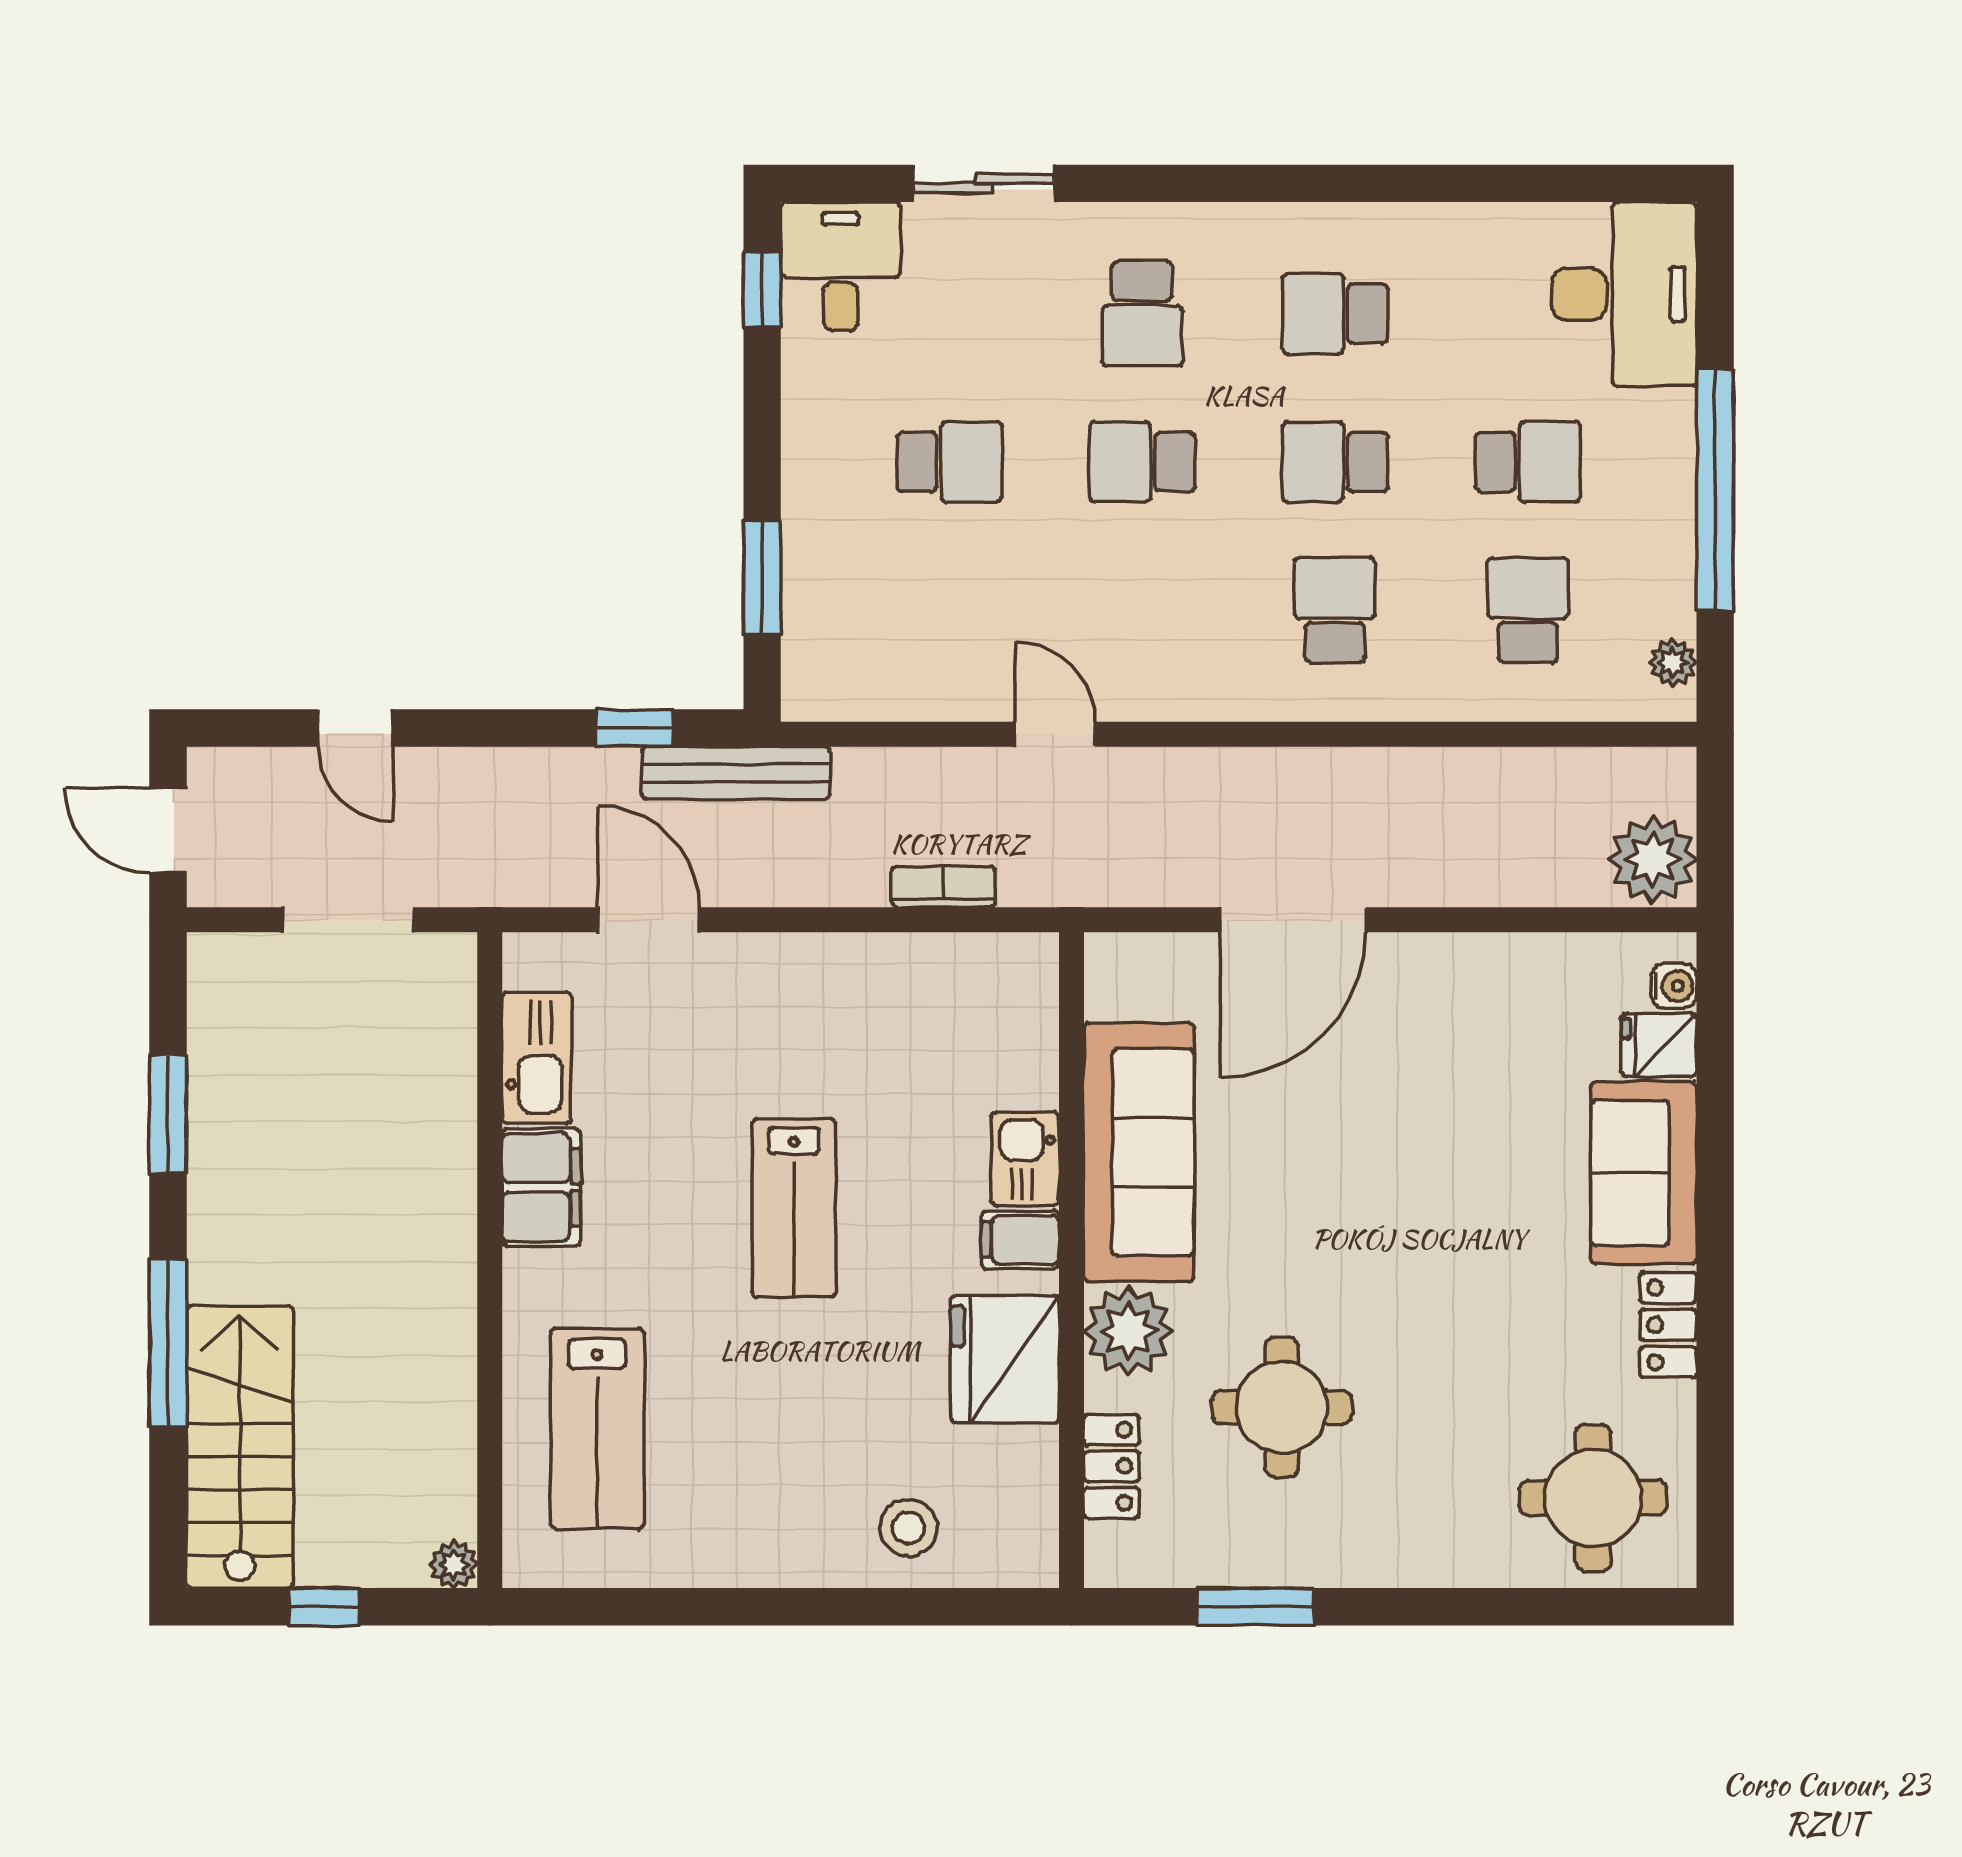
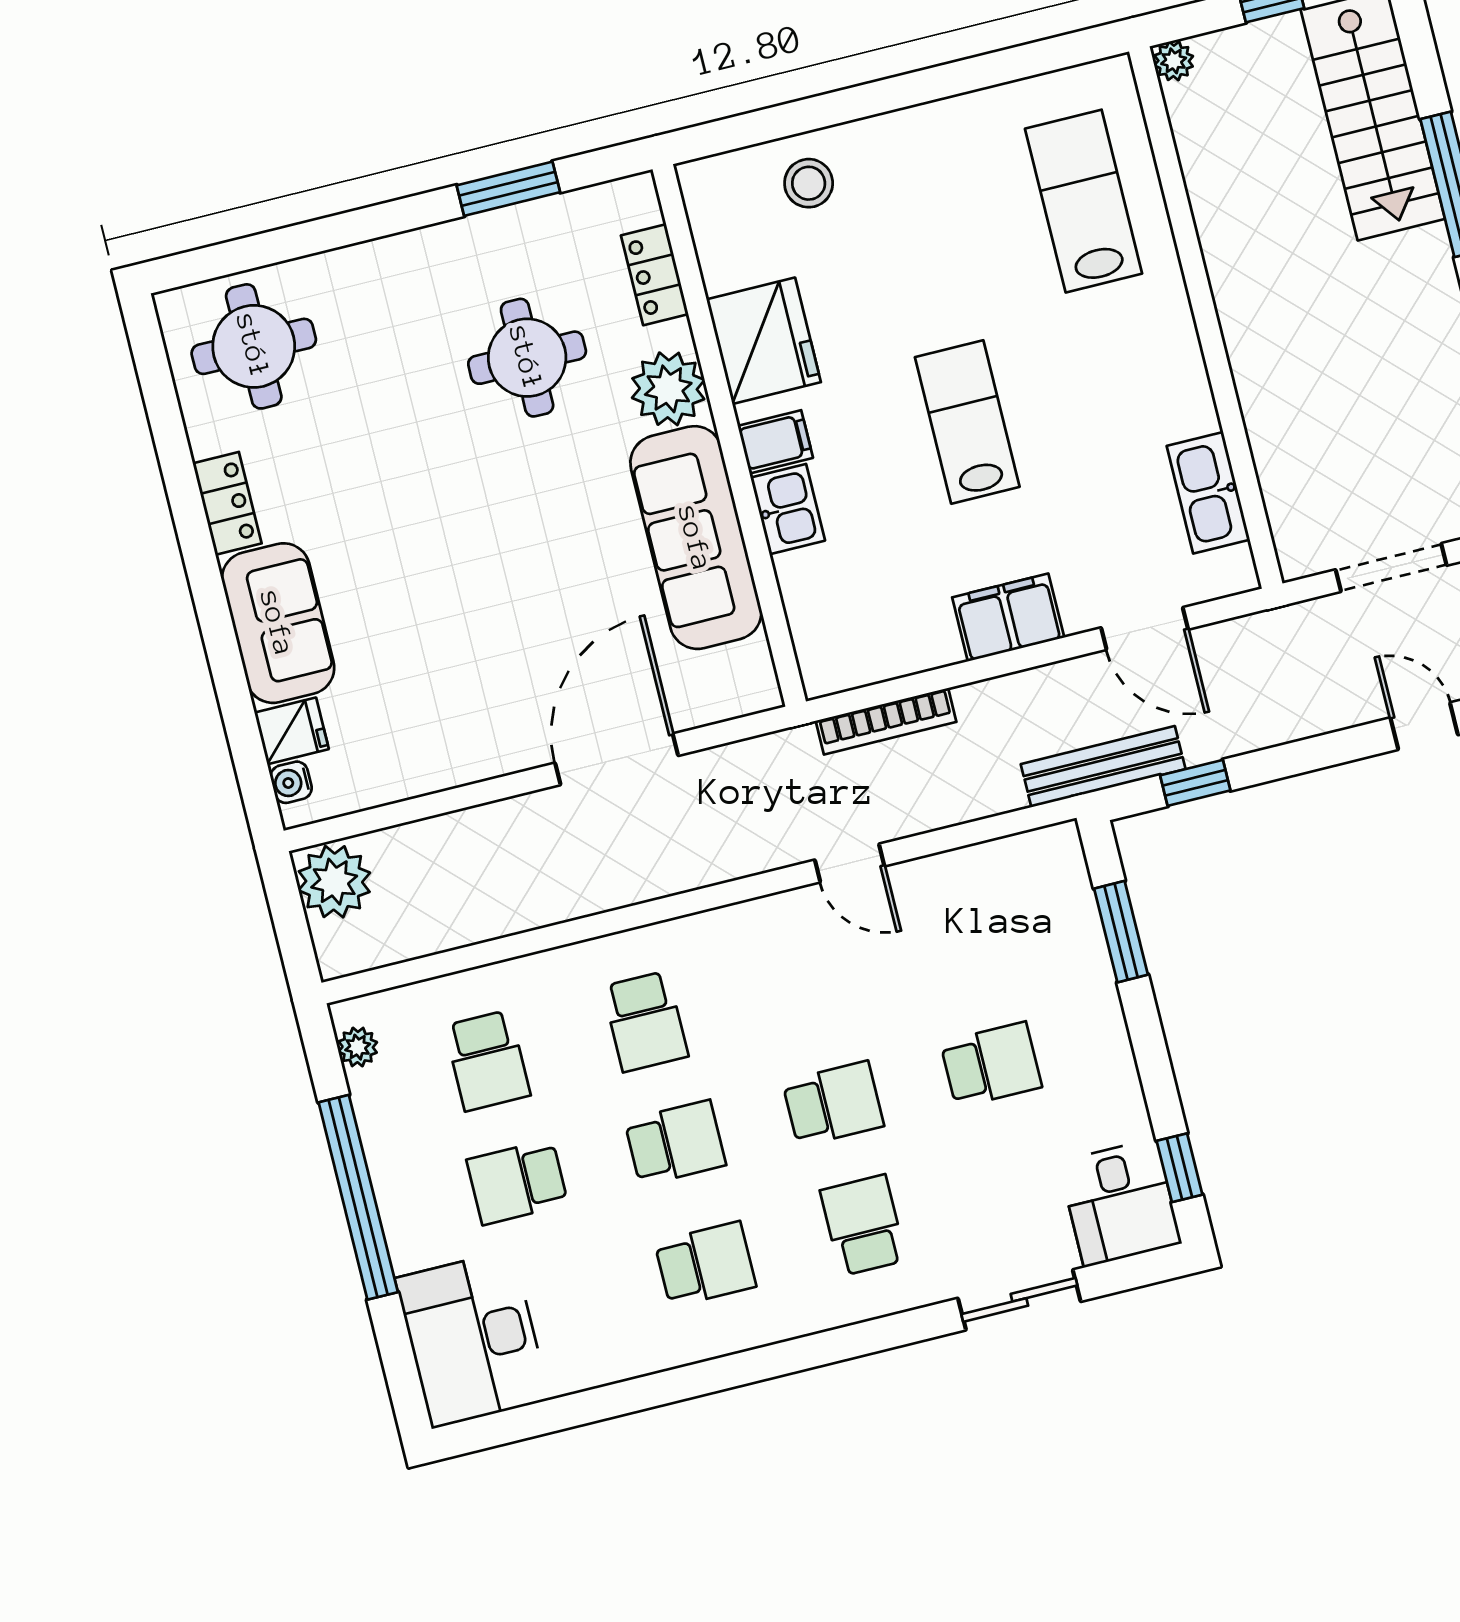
school desk: (949, 462) -> (991, 1065), turned 180
bookcase: (943, 887) -> (886, 721), width x1.56
filing cabinet: (541, 1187) -> (1008, 617), moved, turned 90

